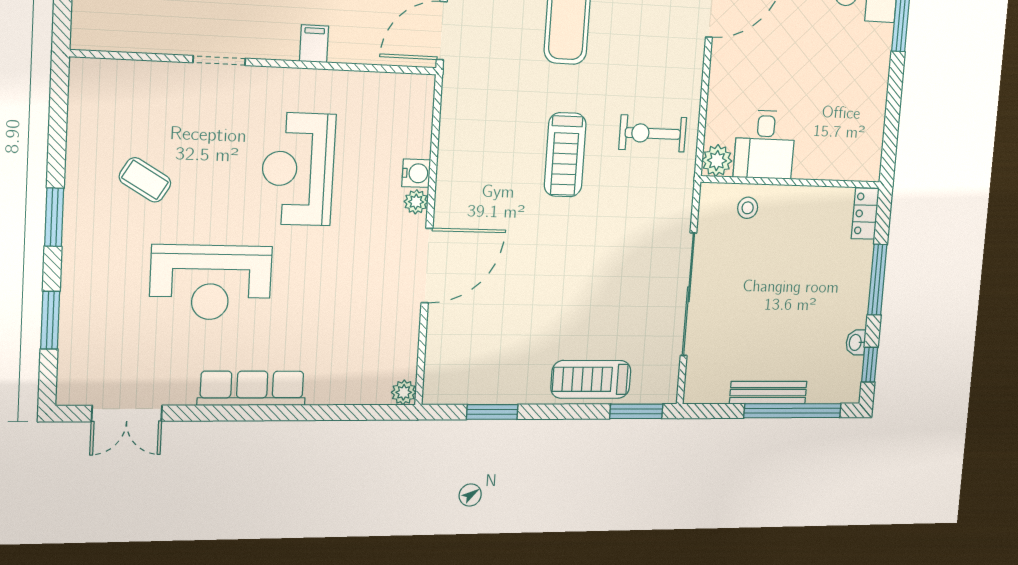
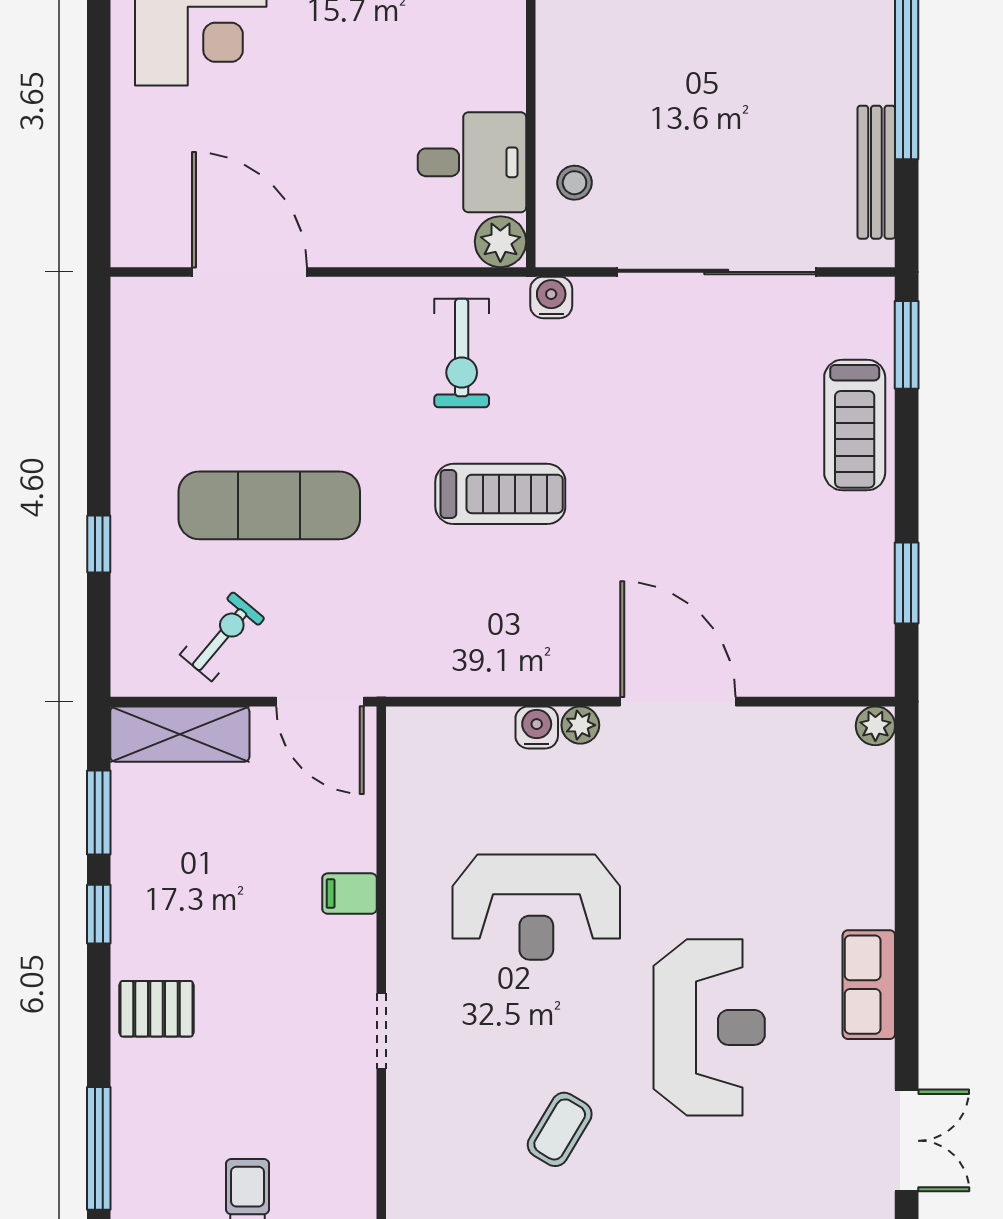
water cooler: (682, 191) -> (551, 297), added
row of seats: (252, 388) -> (869, 985), width x0.68
bench: (768, 393) -> (876, 172), moved

